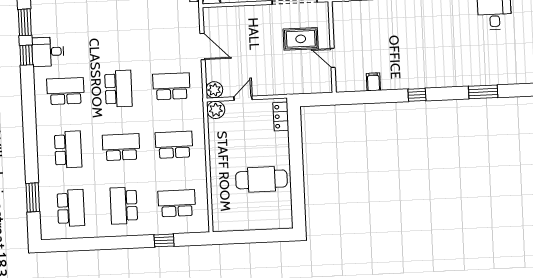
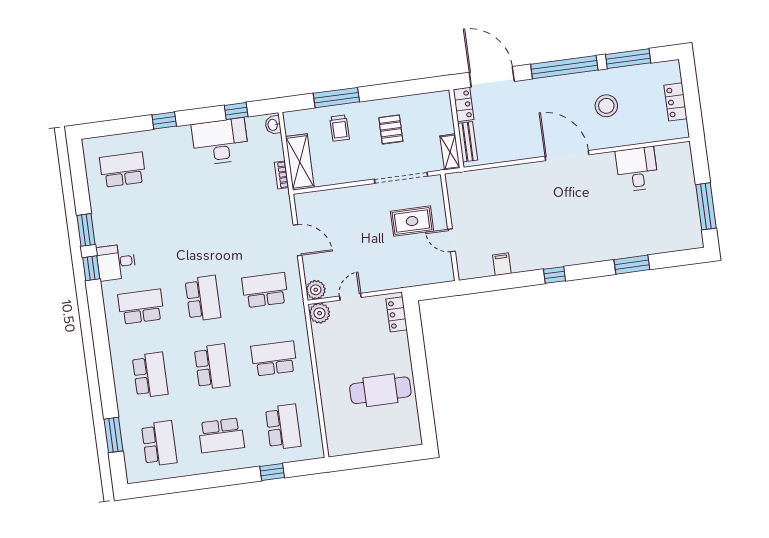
school desk: (121, 147) -> (212, 367), turned 90
school desk: (177, 203) -> (283, 427), turned 90
school desk: (124, 206) -> (221, 435), turned -90

